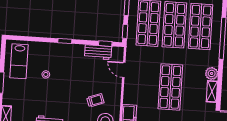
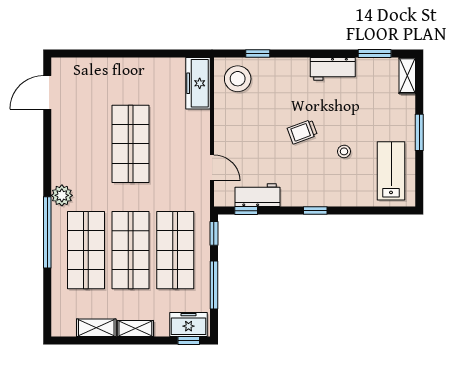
plant: (212, 73) -> (62, 195), moved
shelving: (212, 92) -> (59, 141), removed
trolley: (95, 100) -> (302, 132), moved

